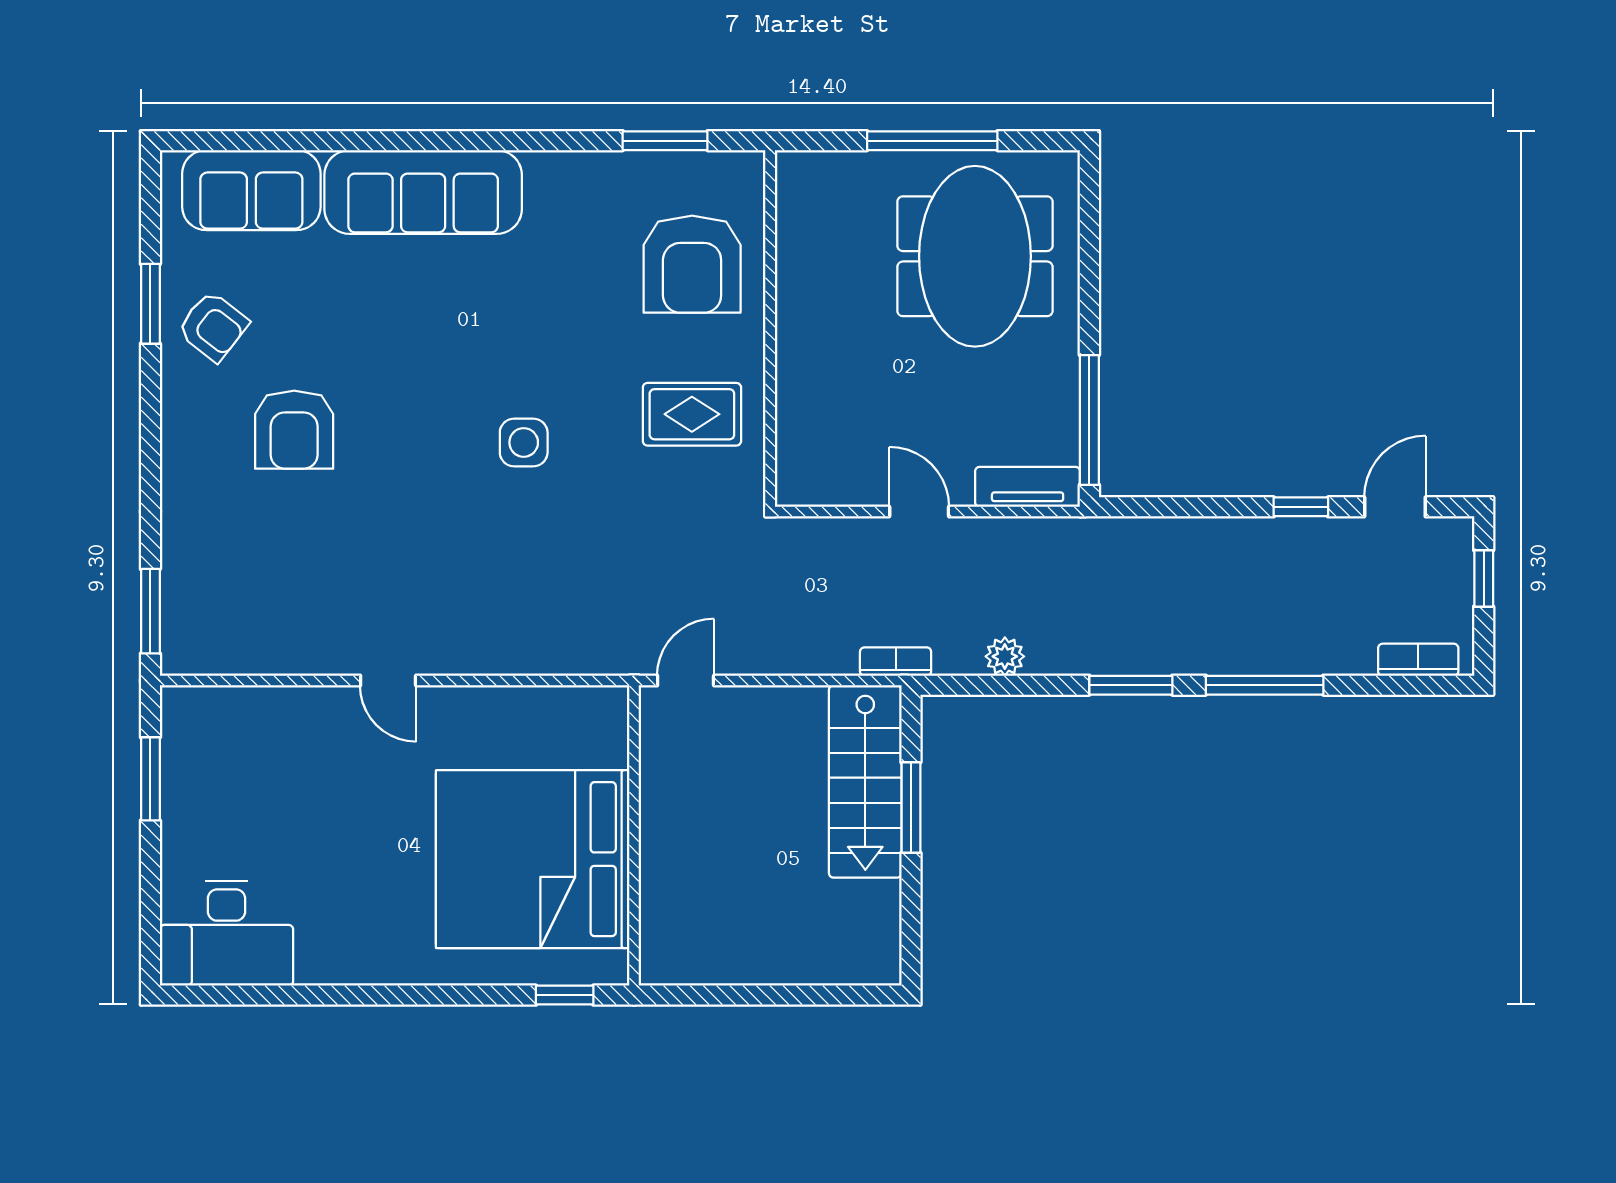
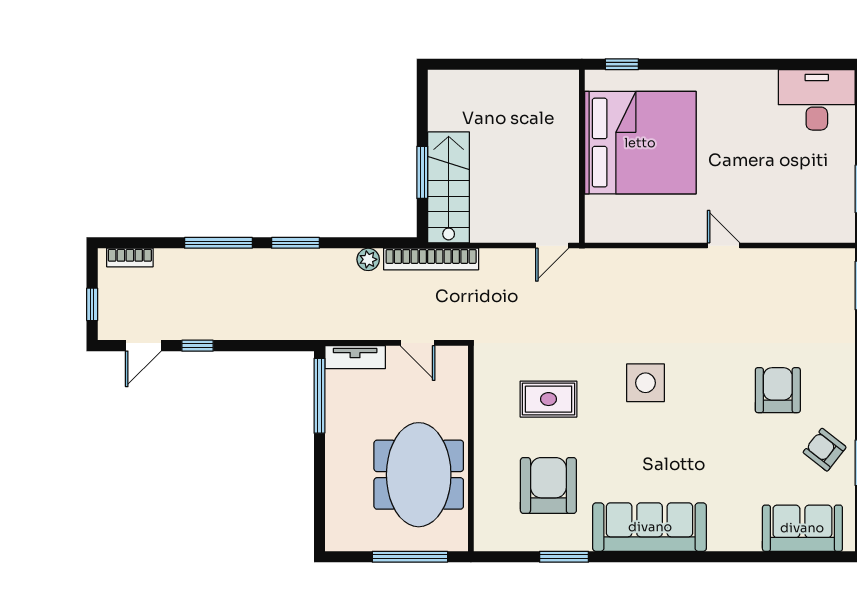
sofa: (423, 192) -> (650, 527), moved
meeting table: (975, 256) -> (419, 475), moved
wall: (770, 328) -> (471, 448), moved
side table: (524, 442) -> (645, 383), width x1.37, depth x1.37
bookcase: (896, 662) -> (431, 259), width x2.31, depth x1.31

